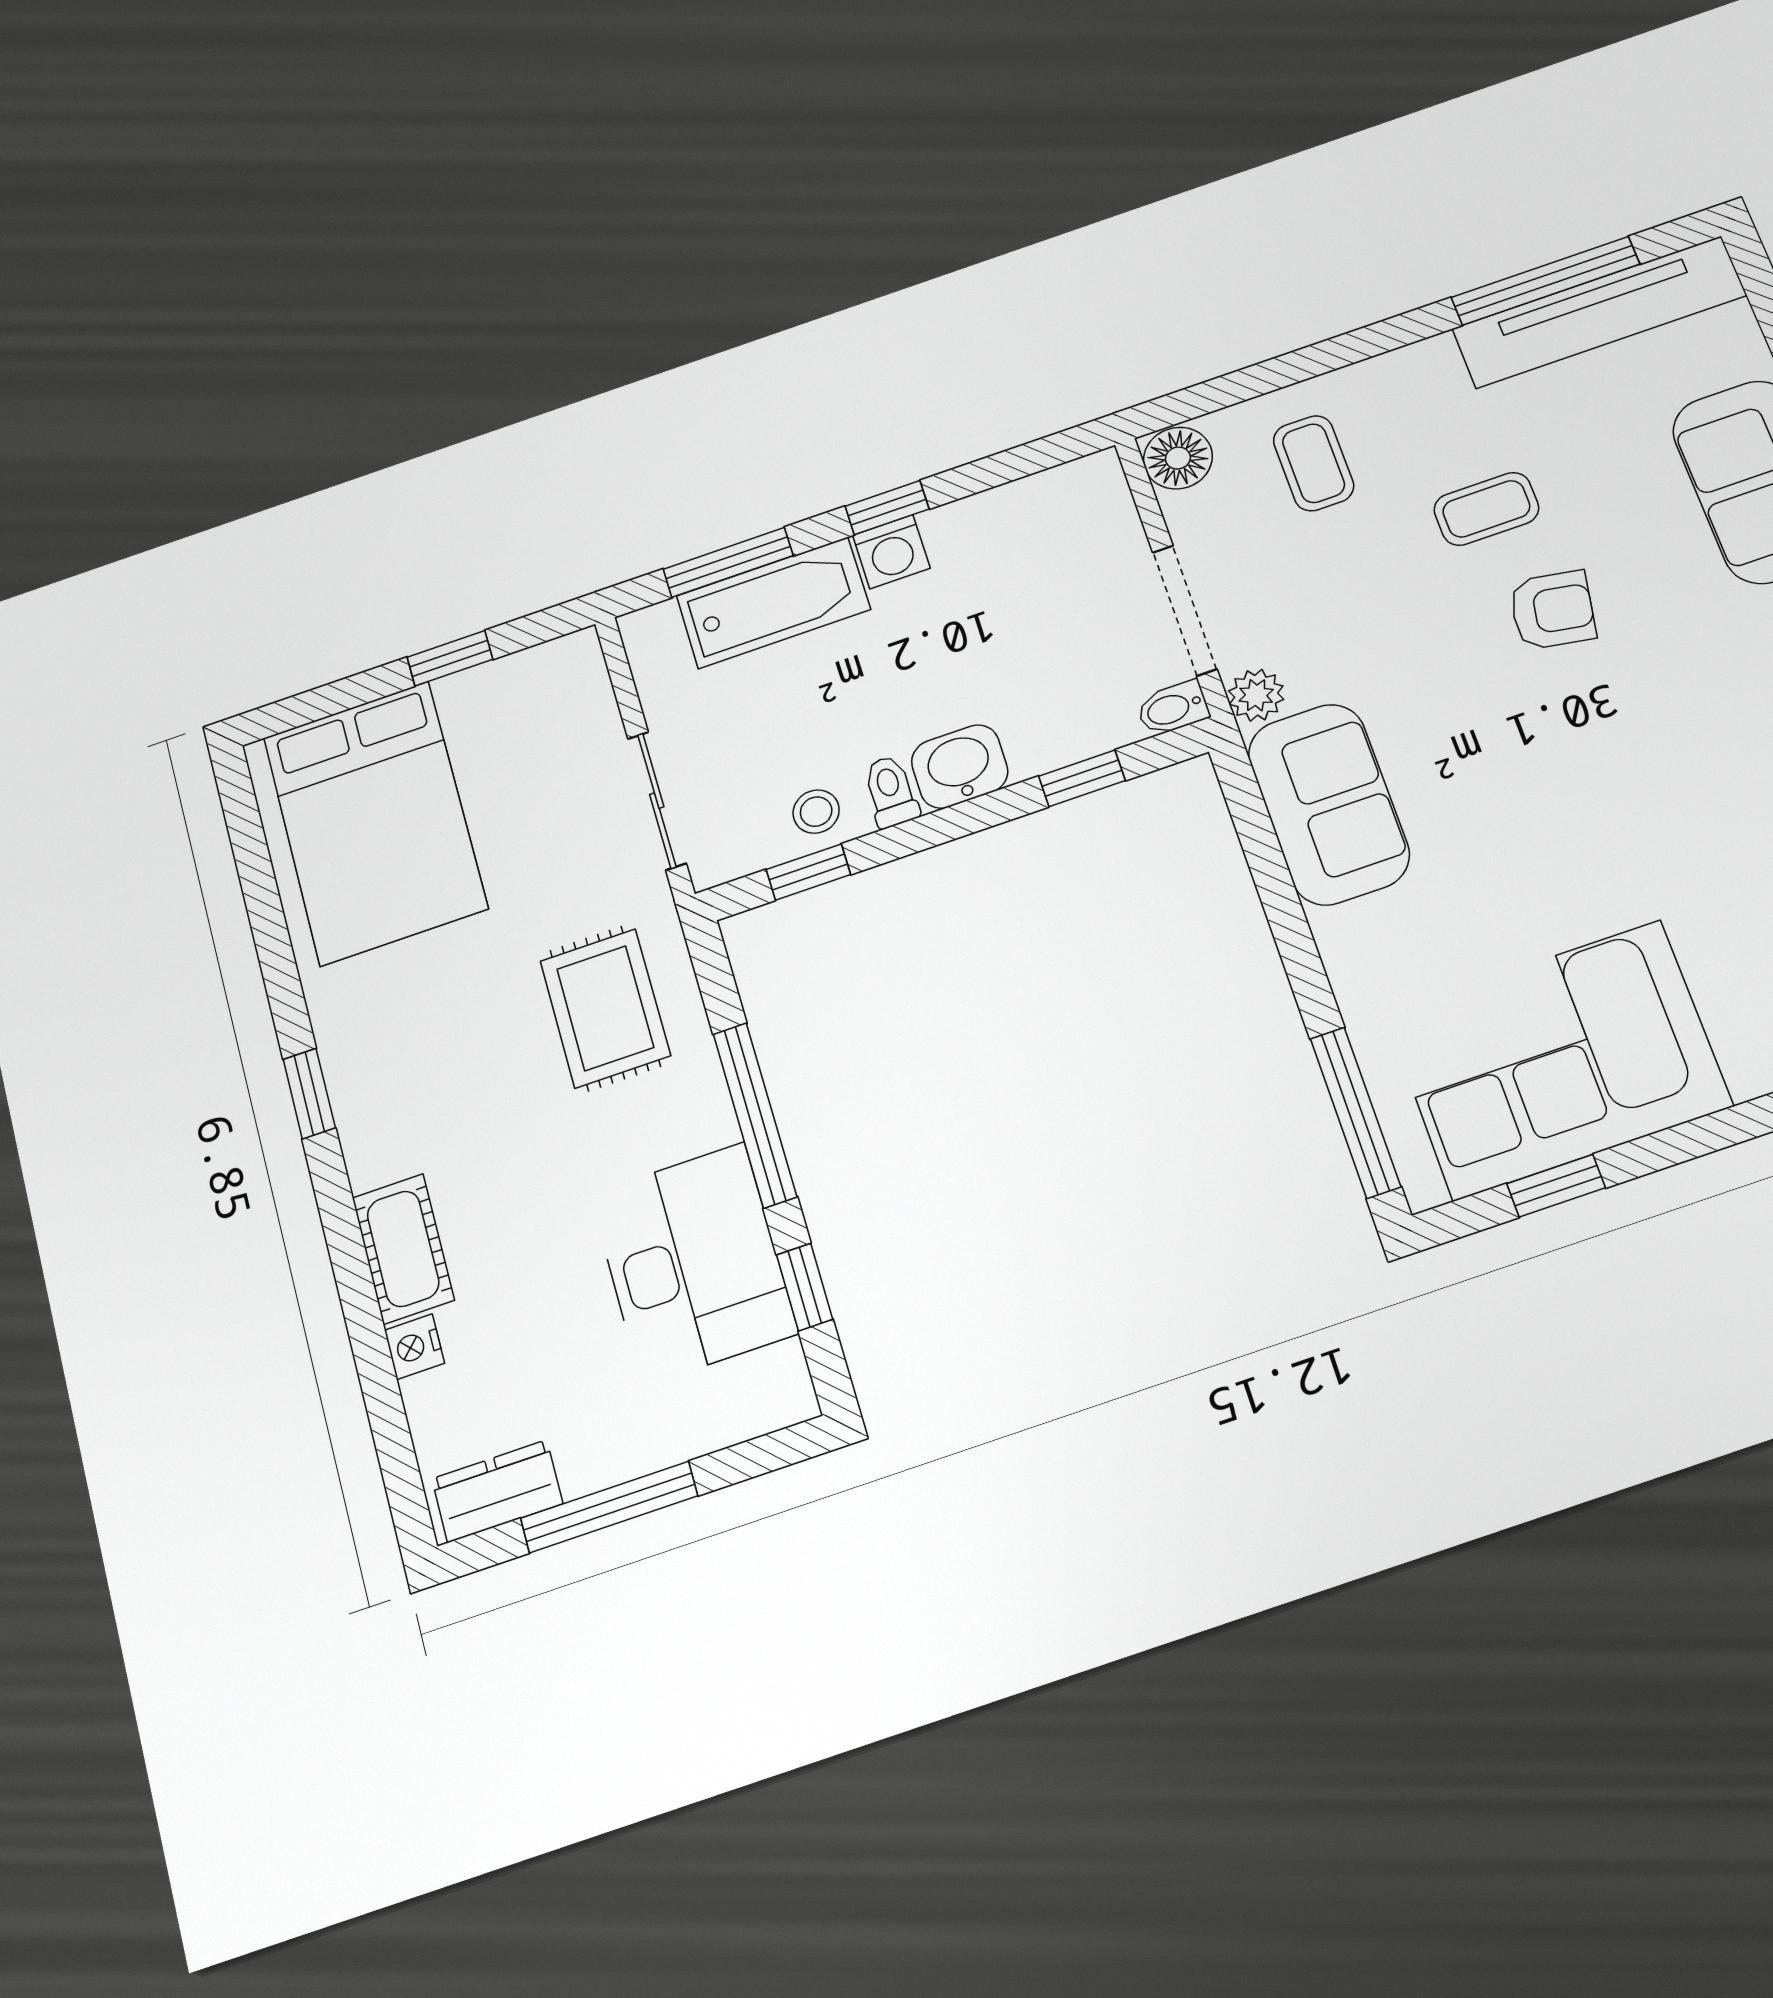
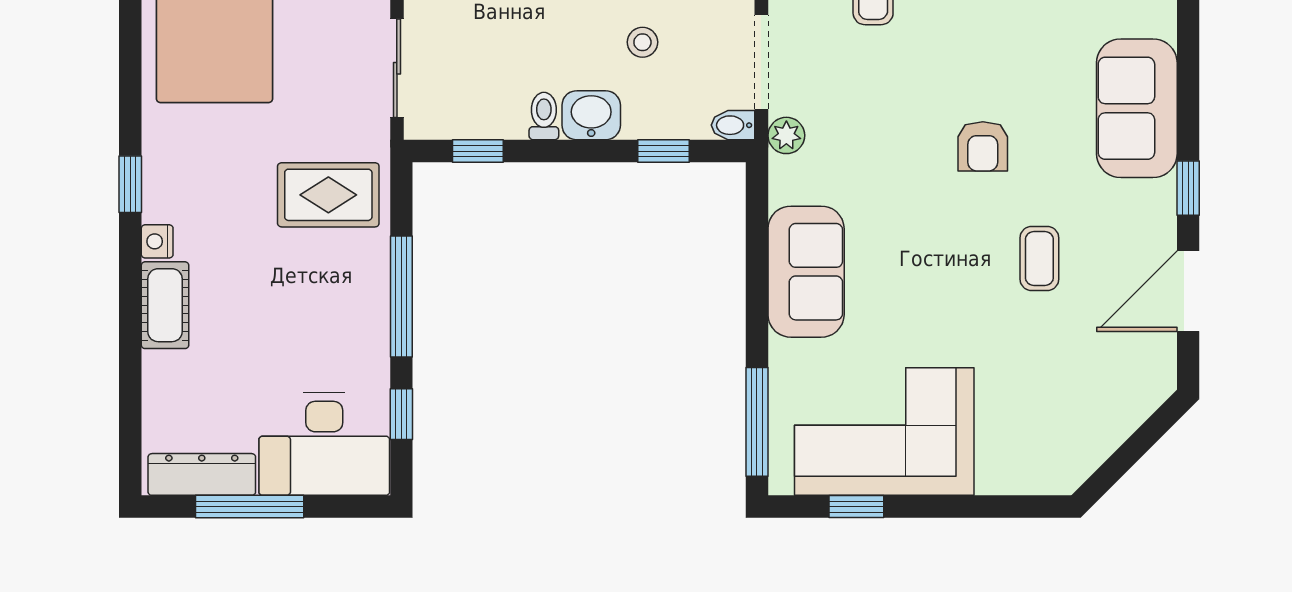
coffee table: (1486, 509) -> (1039, 259), moved, turned 90
armchair: (1552, 610) -> (983, 146), turned 80
sofa: (1328, 804) -> (806, 272), moved
stool: (816, 812) -> (642, 42), moved
rug: (605, 1008) -> (328, 195), turned 90
desk: (693, 1263) -> (324, 444), moved, turned 90
nightstand: (414, 1347) -> (157, 241), moved
dresser: (497, 1491) -> (202, 474), width x1.44

